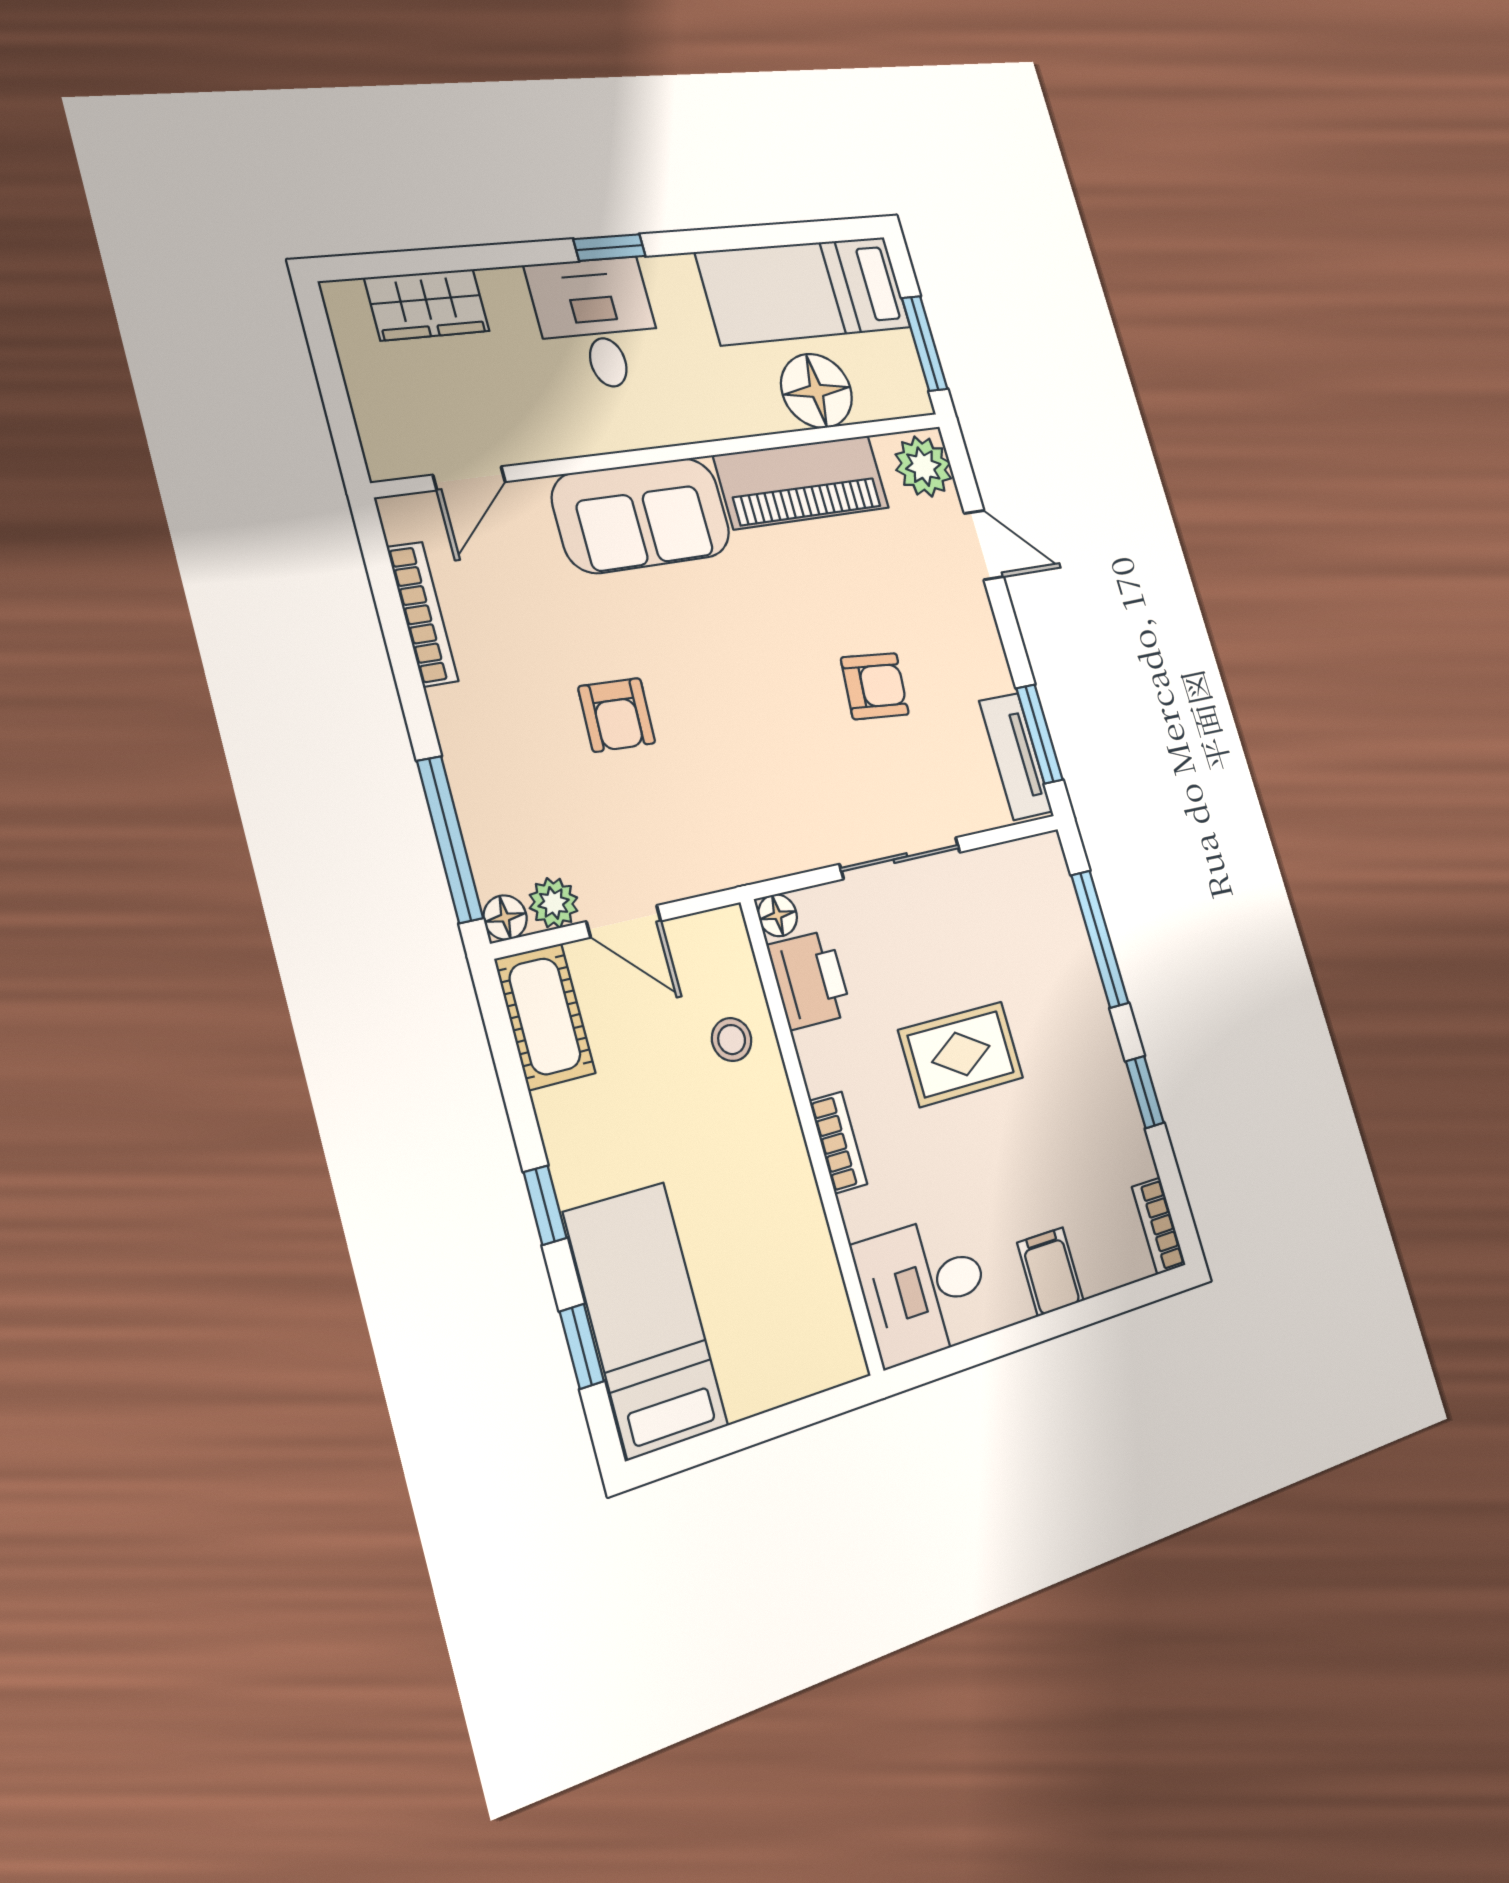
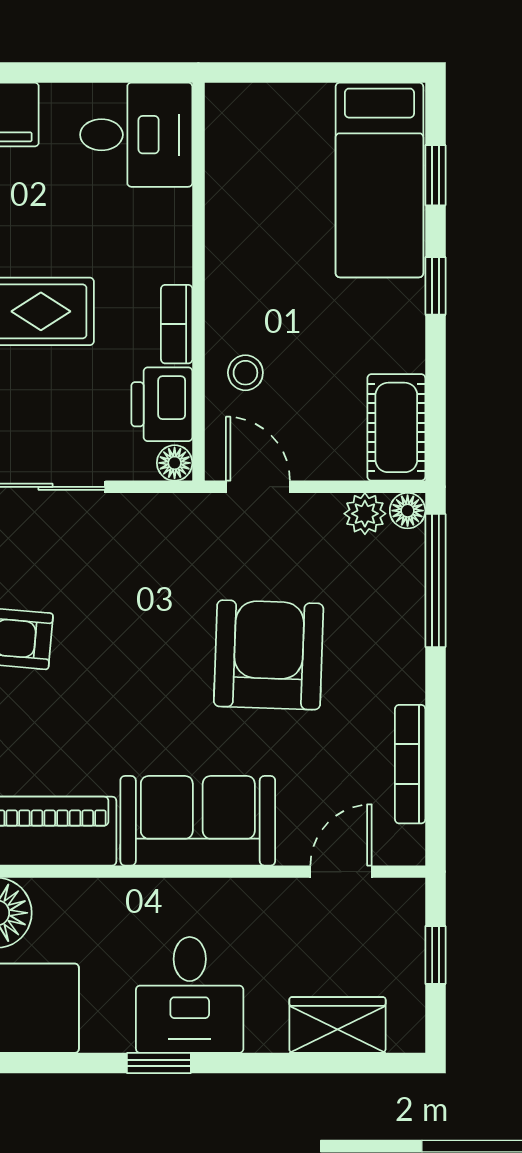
window: (334, 395) -> (435, 955), added
armchair: (617, 715) -> (269, 655), width x1.88, depth x1.88
door: (624, 921) -> (258, 487), moved
bookcase: (838, 1142) -> (177, 324), moved

